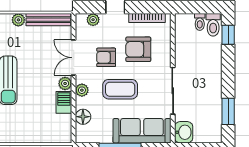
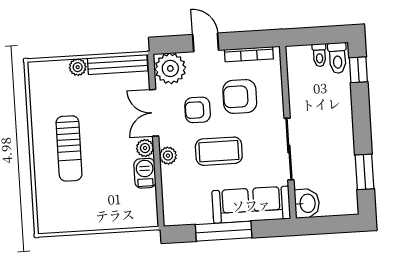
plant: (93, 20) -> (170, 68), width x1.87, depth x1.87
floor lamp: (83, 117) -> (172, 191), removed

